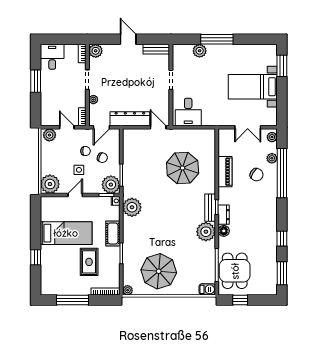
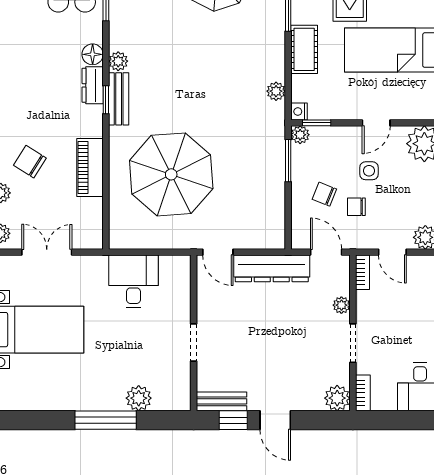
window: (150, 39) -> (233, 420), added
desk: (188, 112) -> (133, 281), moved
door: (101, 127) -> (326, 252), hinge flipped
parasol: (183, 168) -> (171, 174), width x1.36, depth x1.36
plant: (111, 185) -> (300, 135), width x0.53, depth x0.53
plant: (132, 207) -> (276, 91), width x0.53, depth x0.53
plant: (206, 232) -> (118, 61), width x0.53, depth x0.53

